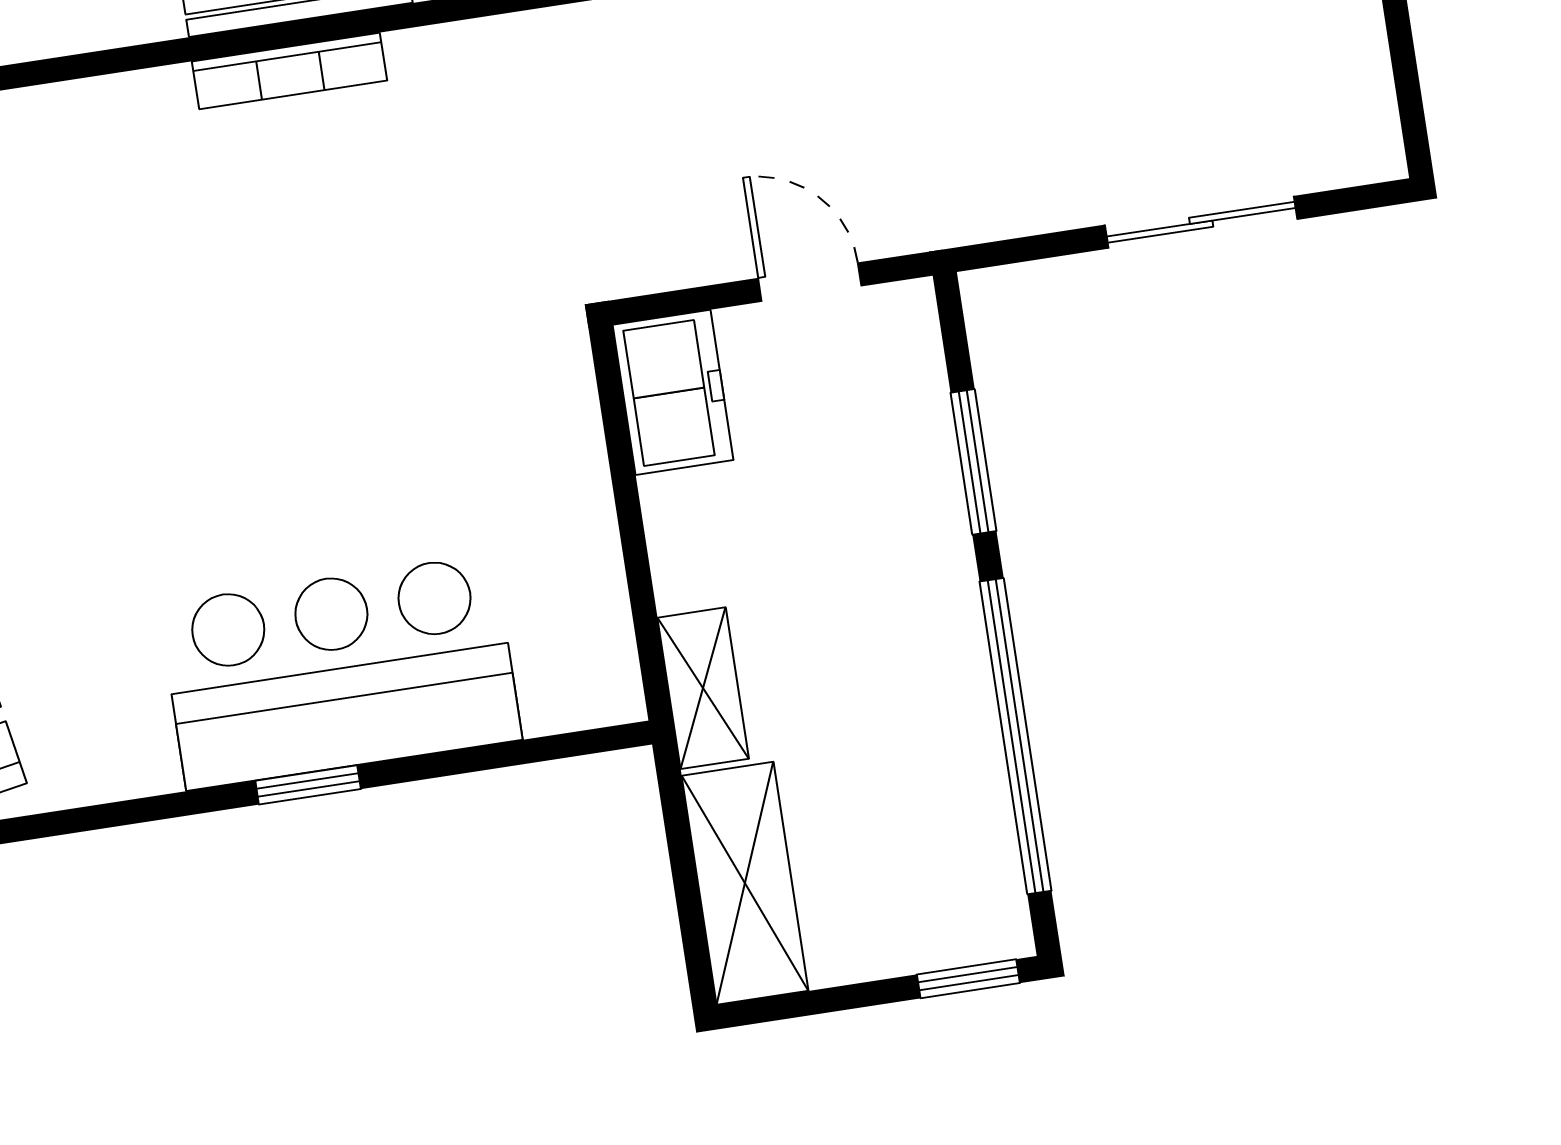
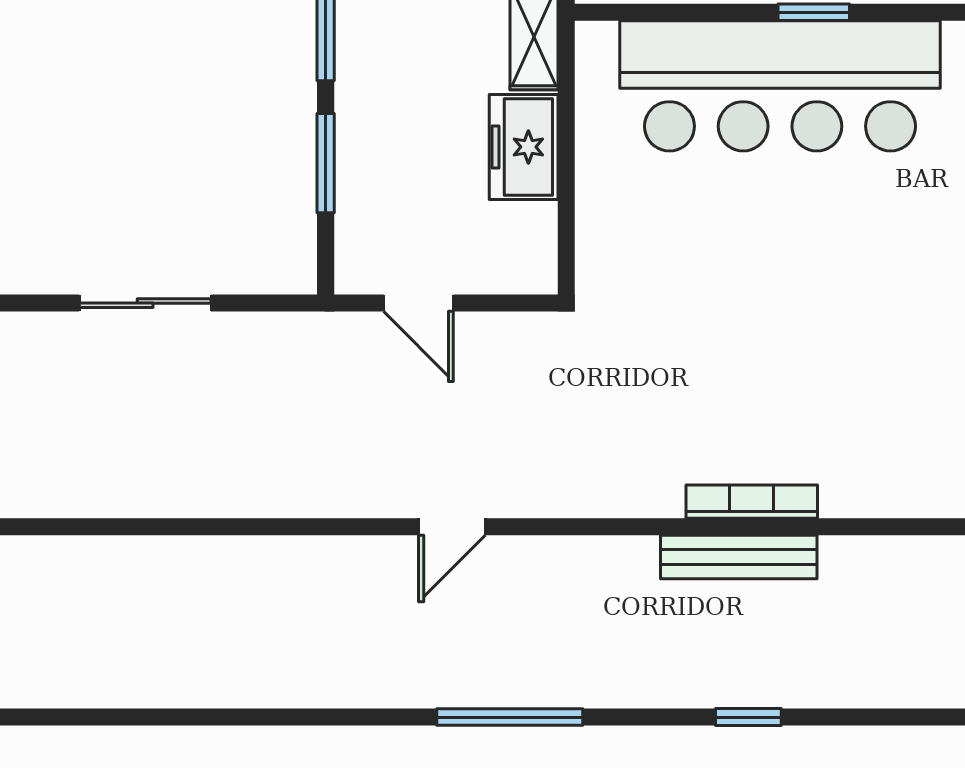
freezer: (673, 392) -> (524, 147), moved
bar counter: (340, 672) -> (780, 86), width x1.36

